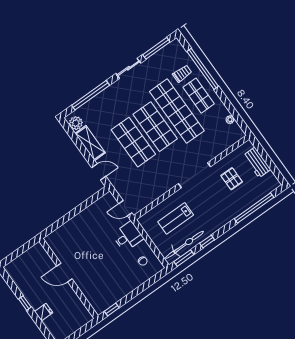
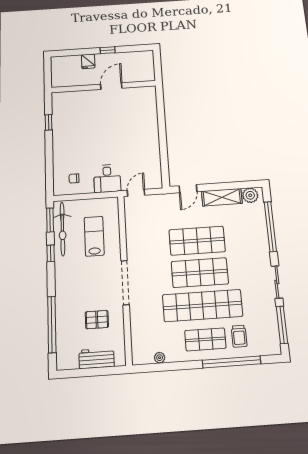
door: (64, 273) -> (111, 86), moved
wall: (69, 278) -> (103, 87), moved

